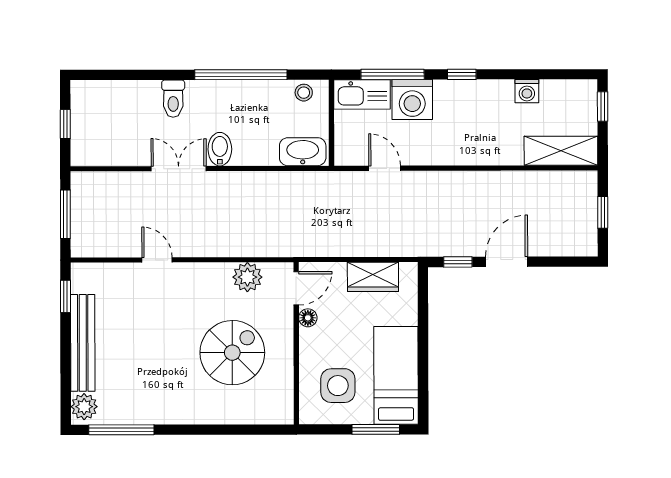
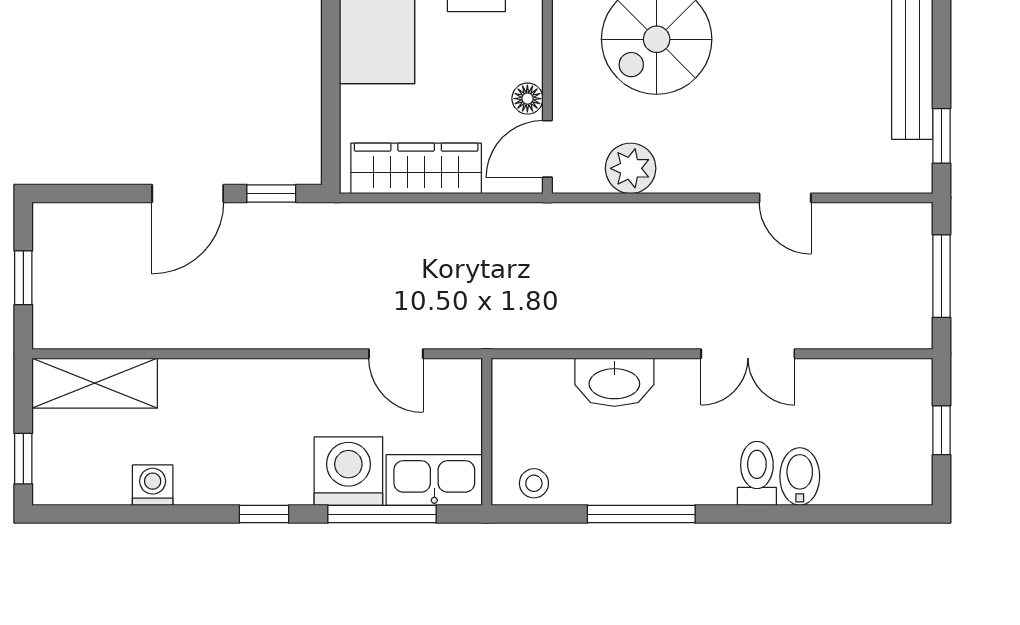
window: (241, 75) -> (641, 514), width x0.68
bidet: (220, 149) -> (800, 477), moved, turned 180
washbasin: (303, 152) -> (614, 382), moved
wardrobe: (373, 277) -> (416, 168), width x1.50

